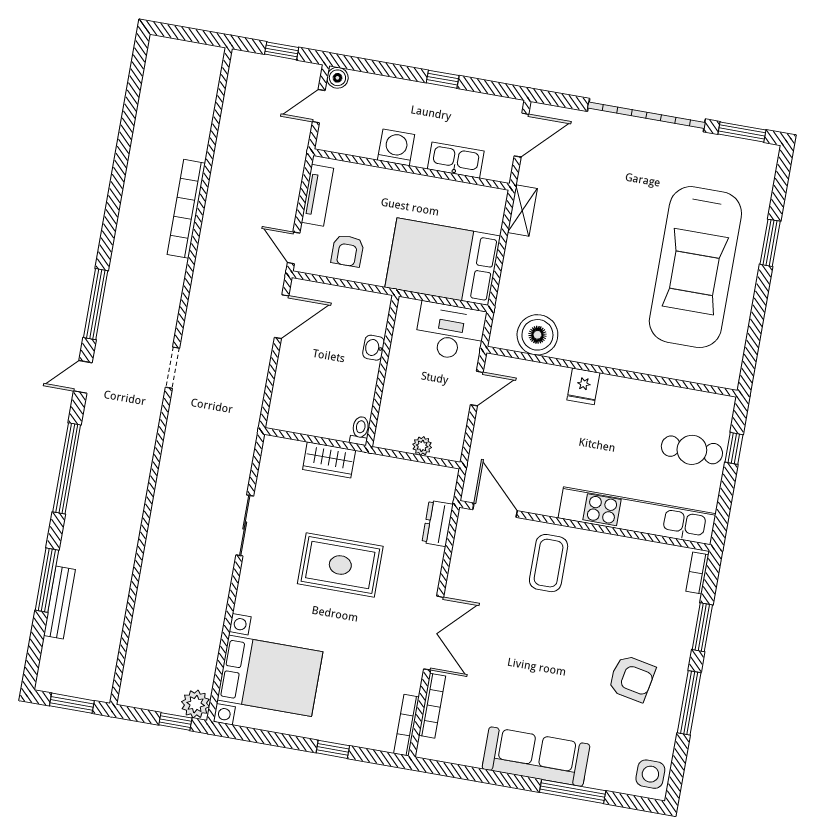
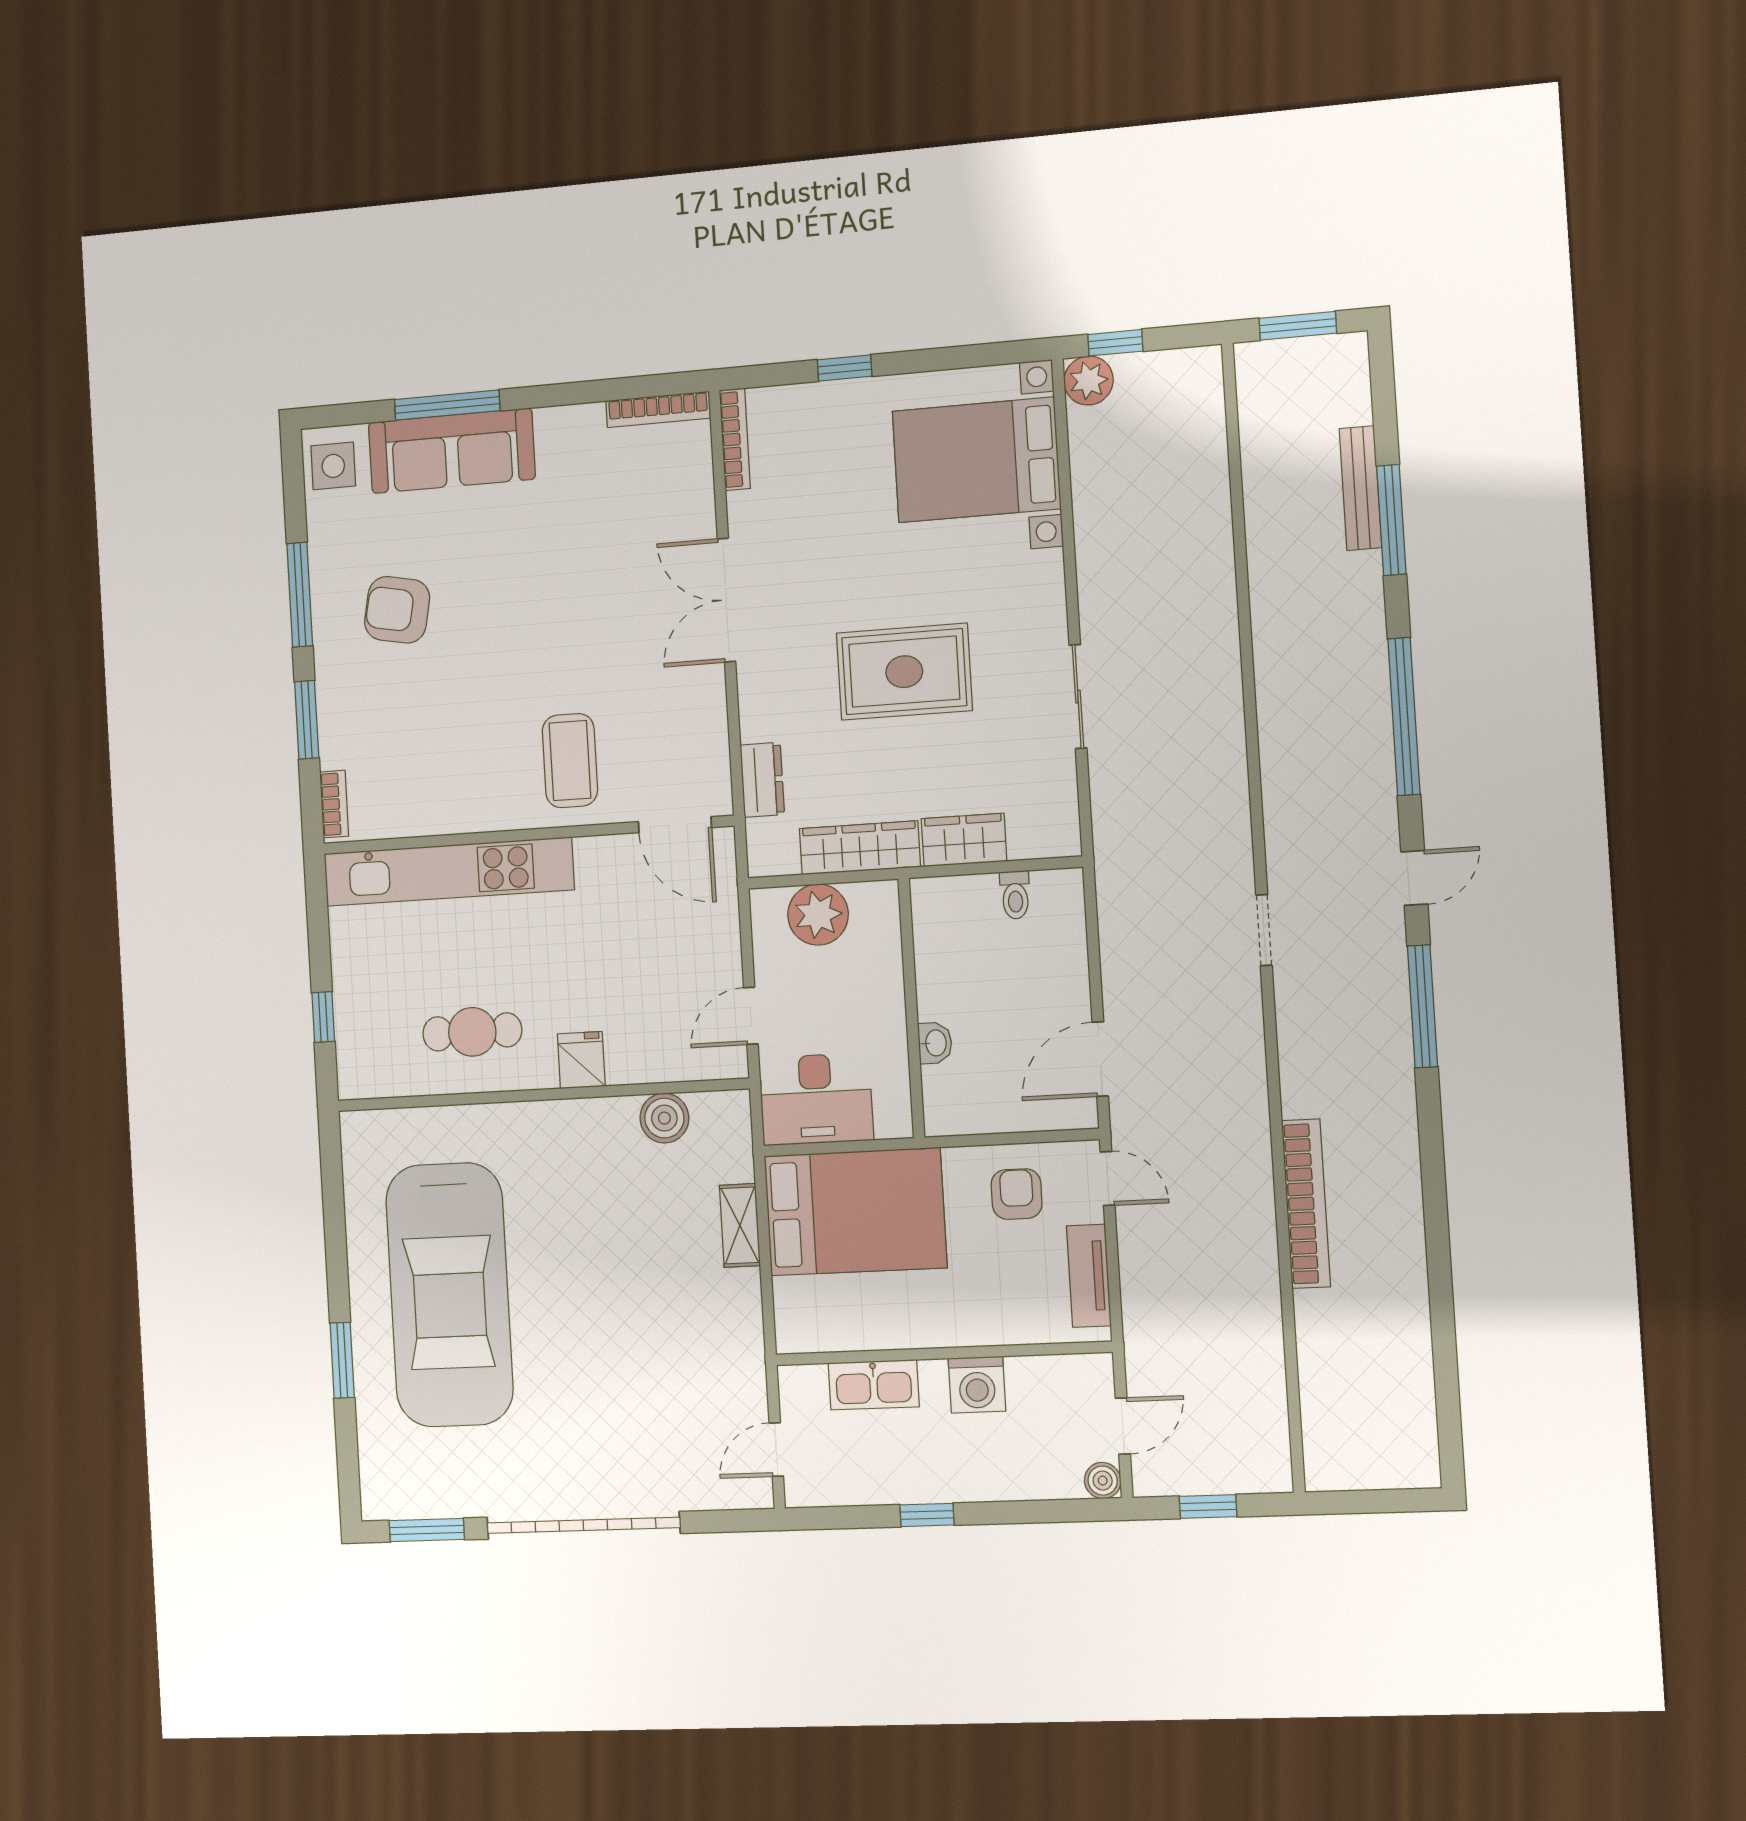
door: (521, 135) -> (776, 1450), width x0.73
shelving: (522, 211) -> (740, 1225), moved
car: (695, 267) -> (449, 1295), turned 180
boiler: (537, 335) -> (664, 1118), width x0.73, depth x0.73
toilet: (360, 431) -> (1015, 895), moved
plant: (422, 446) -> (818, 915), width x1.87, depth x1.87
cafe table: (692, 450) -> (472, 1032), moved
wardrobe: (390, 470) -> (860, 848), added
bookcase: (432, 706) -> (658, 409), moved, turned -90
sofa: (536, 757) -> (452, 451), moved

